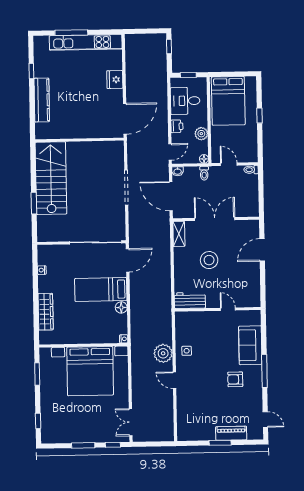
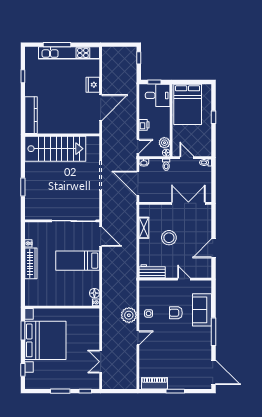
kitchen counter: (42, 100) -> (31, 115), moved
desk: (185, 101) -> (158, 95), moved, turned 180
door: (125, 119) -> (101, 108), moved
plant: (201, 134) -> (164, 143), moved
stairs: (51, 178) -> (55, 149), moved, turned 90
double door: (215, 219) -> (188, 203), moved
shelving: (179, 234) -> (144, 228), moved
door: (262, 250) -> (214, 248), moved
door: (128, 260) -> (101, 237), hinge flipped
floor lamp: (121, 307) -> (94, 293), moved
wardrobe: (46, 312) -> (31, 263), moved
bed with nightstands: (90, 371) -> (45, 340), moved, turned -90
armchair: (235, 379) -> (176, 313), moved
door: (174, 380) -> (138, 338), swing flipped
door: (265, 420) -> (214, 372), width x1.88
double door: (131, 422) -> (101, 362), moved
piano: (231, 433) -> (155, 383), moved

